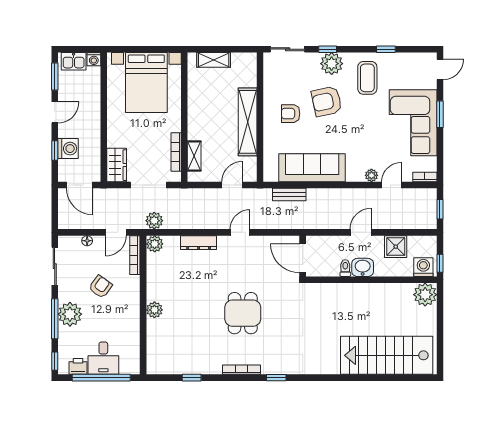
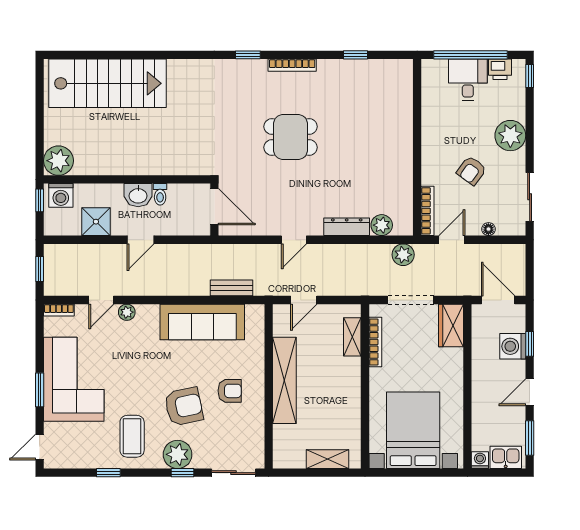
plant: (155, 244) -> (382, 225), moved
plant: (154, 310) -> (403, 141), removed
dining table: (243, 313) -> (291, 137), turned 90
window: (55, 319) -> (530, 130), removed

